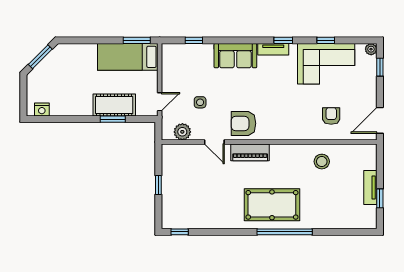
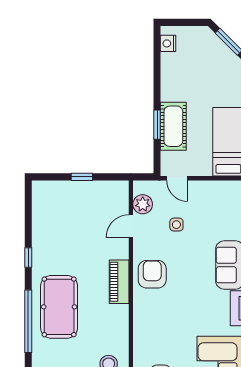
door: (214, 142) -> (131, 226), moved
window: (180, 232) -> (28, 258), moved

